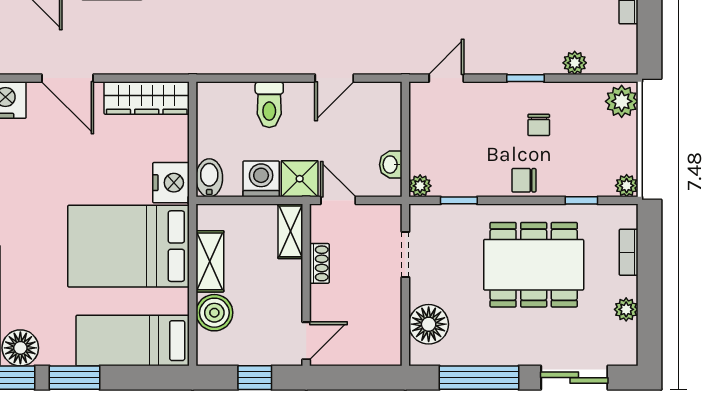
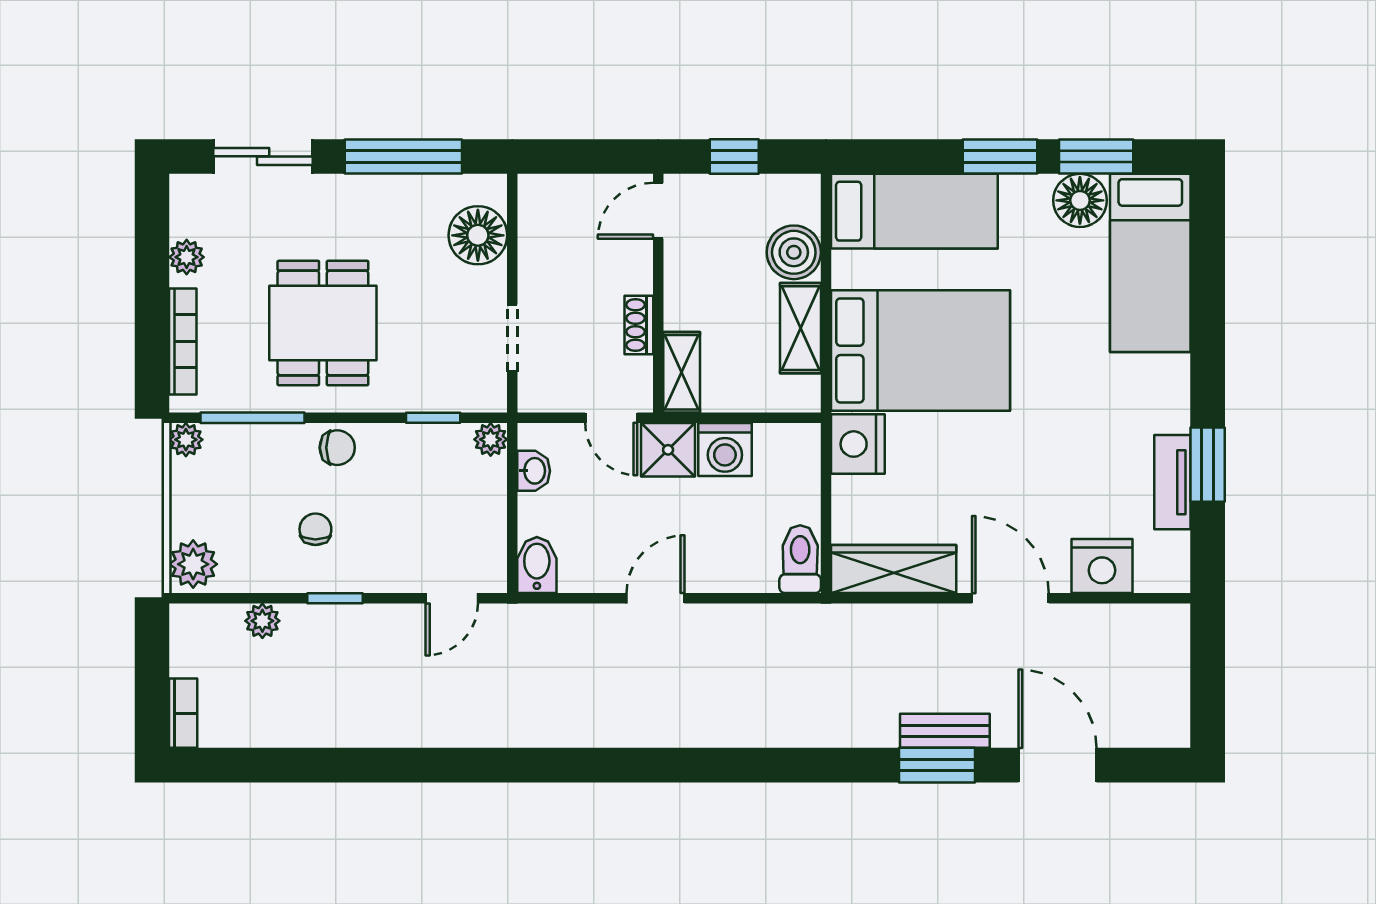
door: (334, 78) -> (656, 598), moved
toilet: (269, 105) -> (800, 559), moved
bidet: (209, 178) -> (537, 565), moved, turned 180
window: (581, 200) -> (252, 418), width x2.17
bookcase: (629, 252) -> (183, 341), width x1.56
dining table: (534, 265) -> (323, 323), width x0.73

